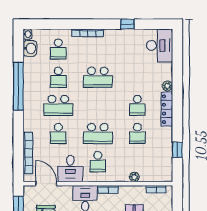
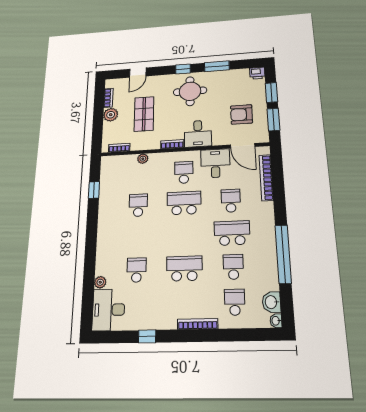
plant: (167, 86) -> (100, 282), moved
school desk: (137, 105) -> (137, 270), moved
locker: (167, 109) -> (103, 234), removed

